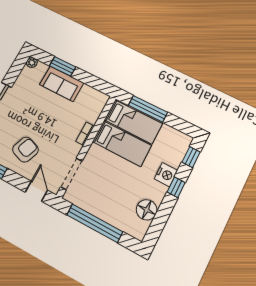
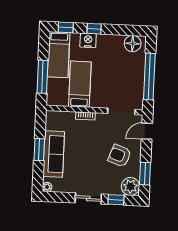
window: (63, 66) -> (39, 150), moved
sofa: (62, 84) -> (54, 154), width x1.36
bed: (133, 122) -> (59, 55), moved, turned 180
floor lamp: (147, 210) -> (133, 44), moved

